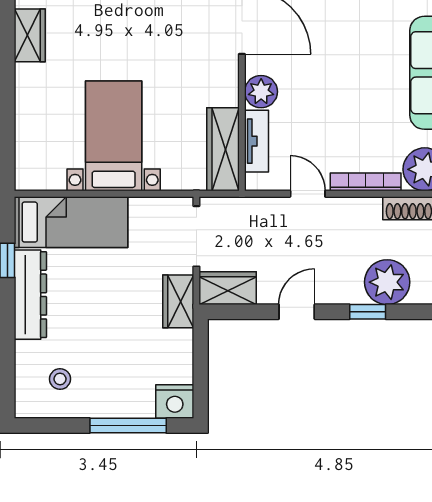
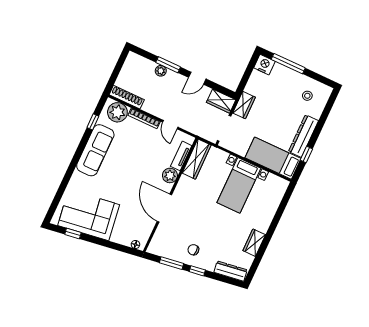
plant: (387, 282) -> (161, 71), width x0.53, depth x0.53
window: (368, 312) -> (168, 65), width x1.50

